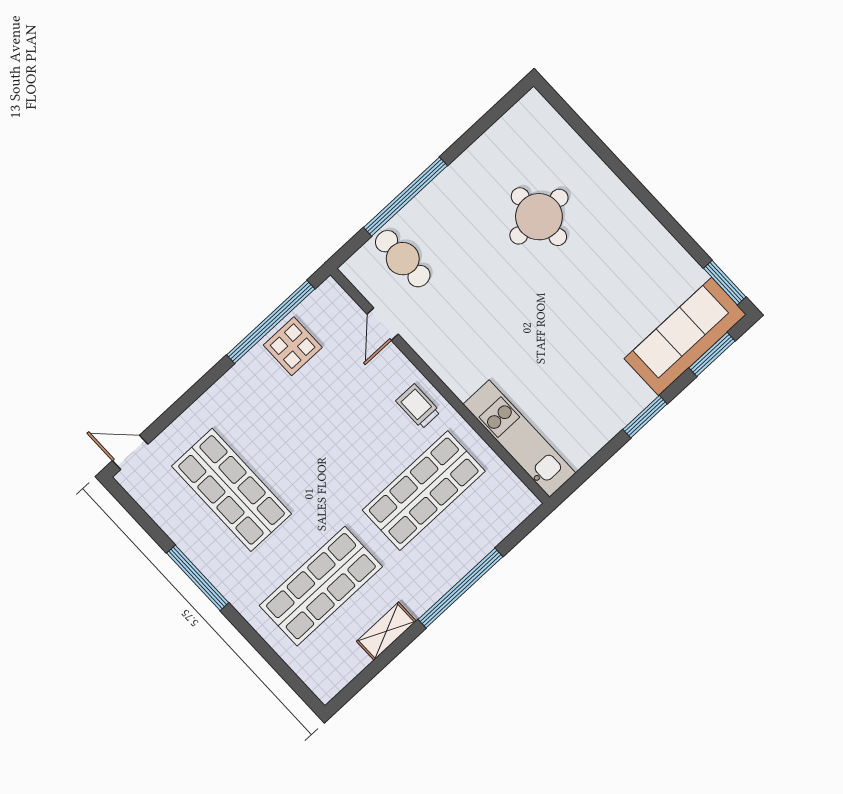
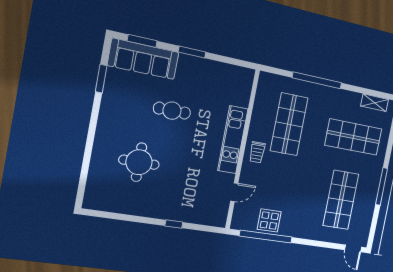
window: (406, 197) -> (174, 224), width x0.32
cafe table: (403, 259) -> (172, 111), moved, turned 90
window: (725, 283) -> (101, 79), moved
kitchen unit: (519, 439) -> (233, 140), moved
shop shelf: (424, 491) -> (289, 124), turned 90
shelving: (386, 631) -> (375, 103), moved

